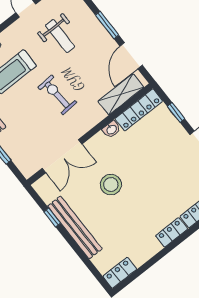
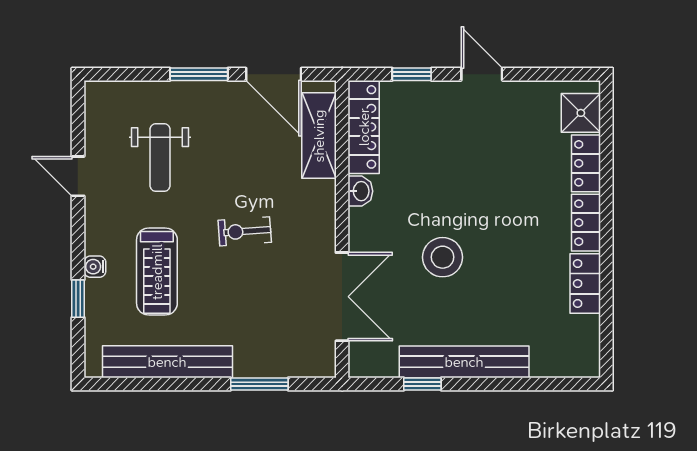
weight bench: (60, 36) -> (160, 158), turned 90
exercise bike: (57, 95) -> (245, 231), width x0.73, depth x0.72
locker: (120, 273) -> (585, 284), moved

